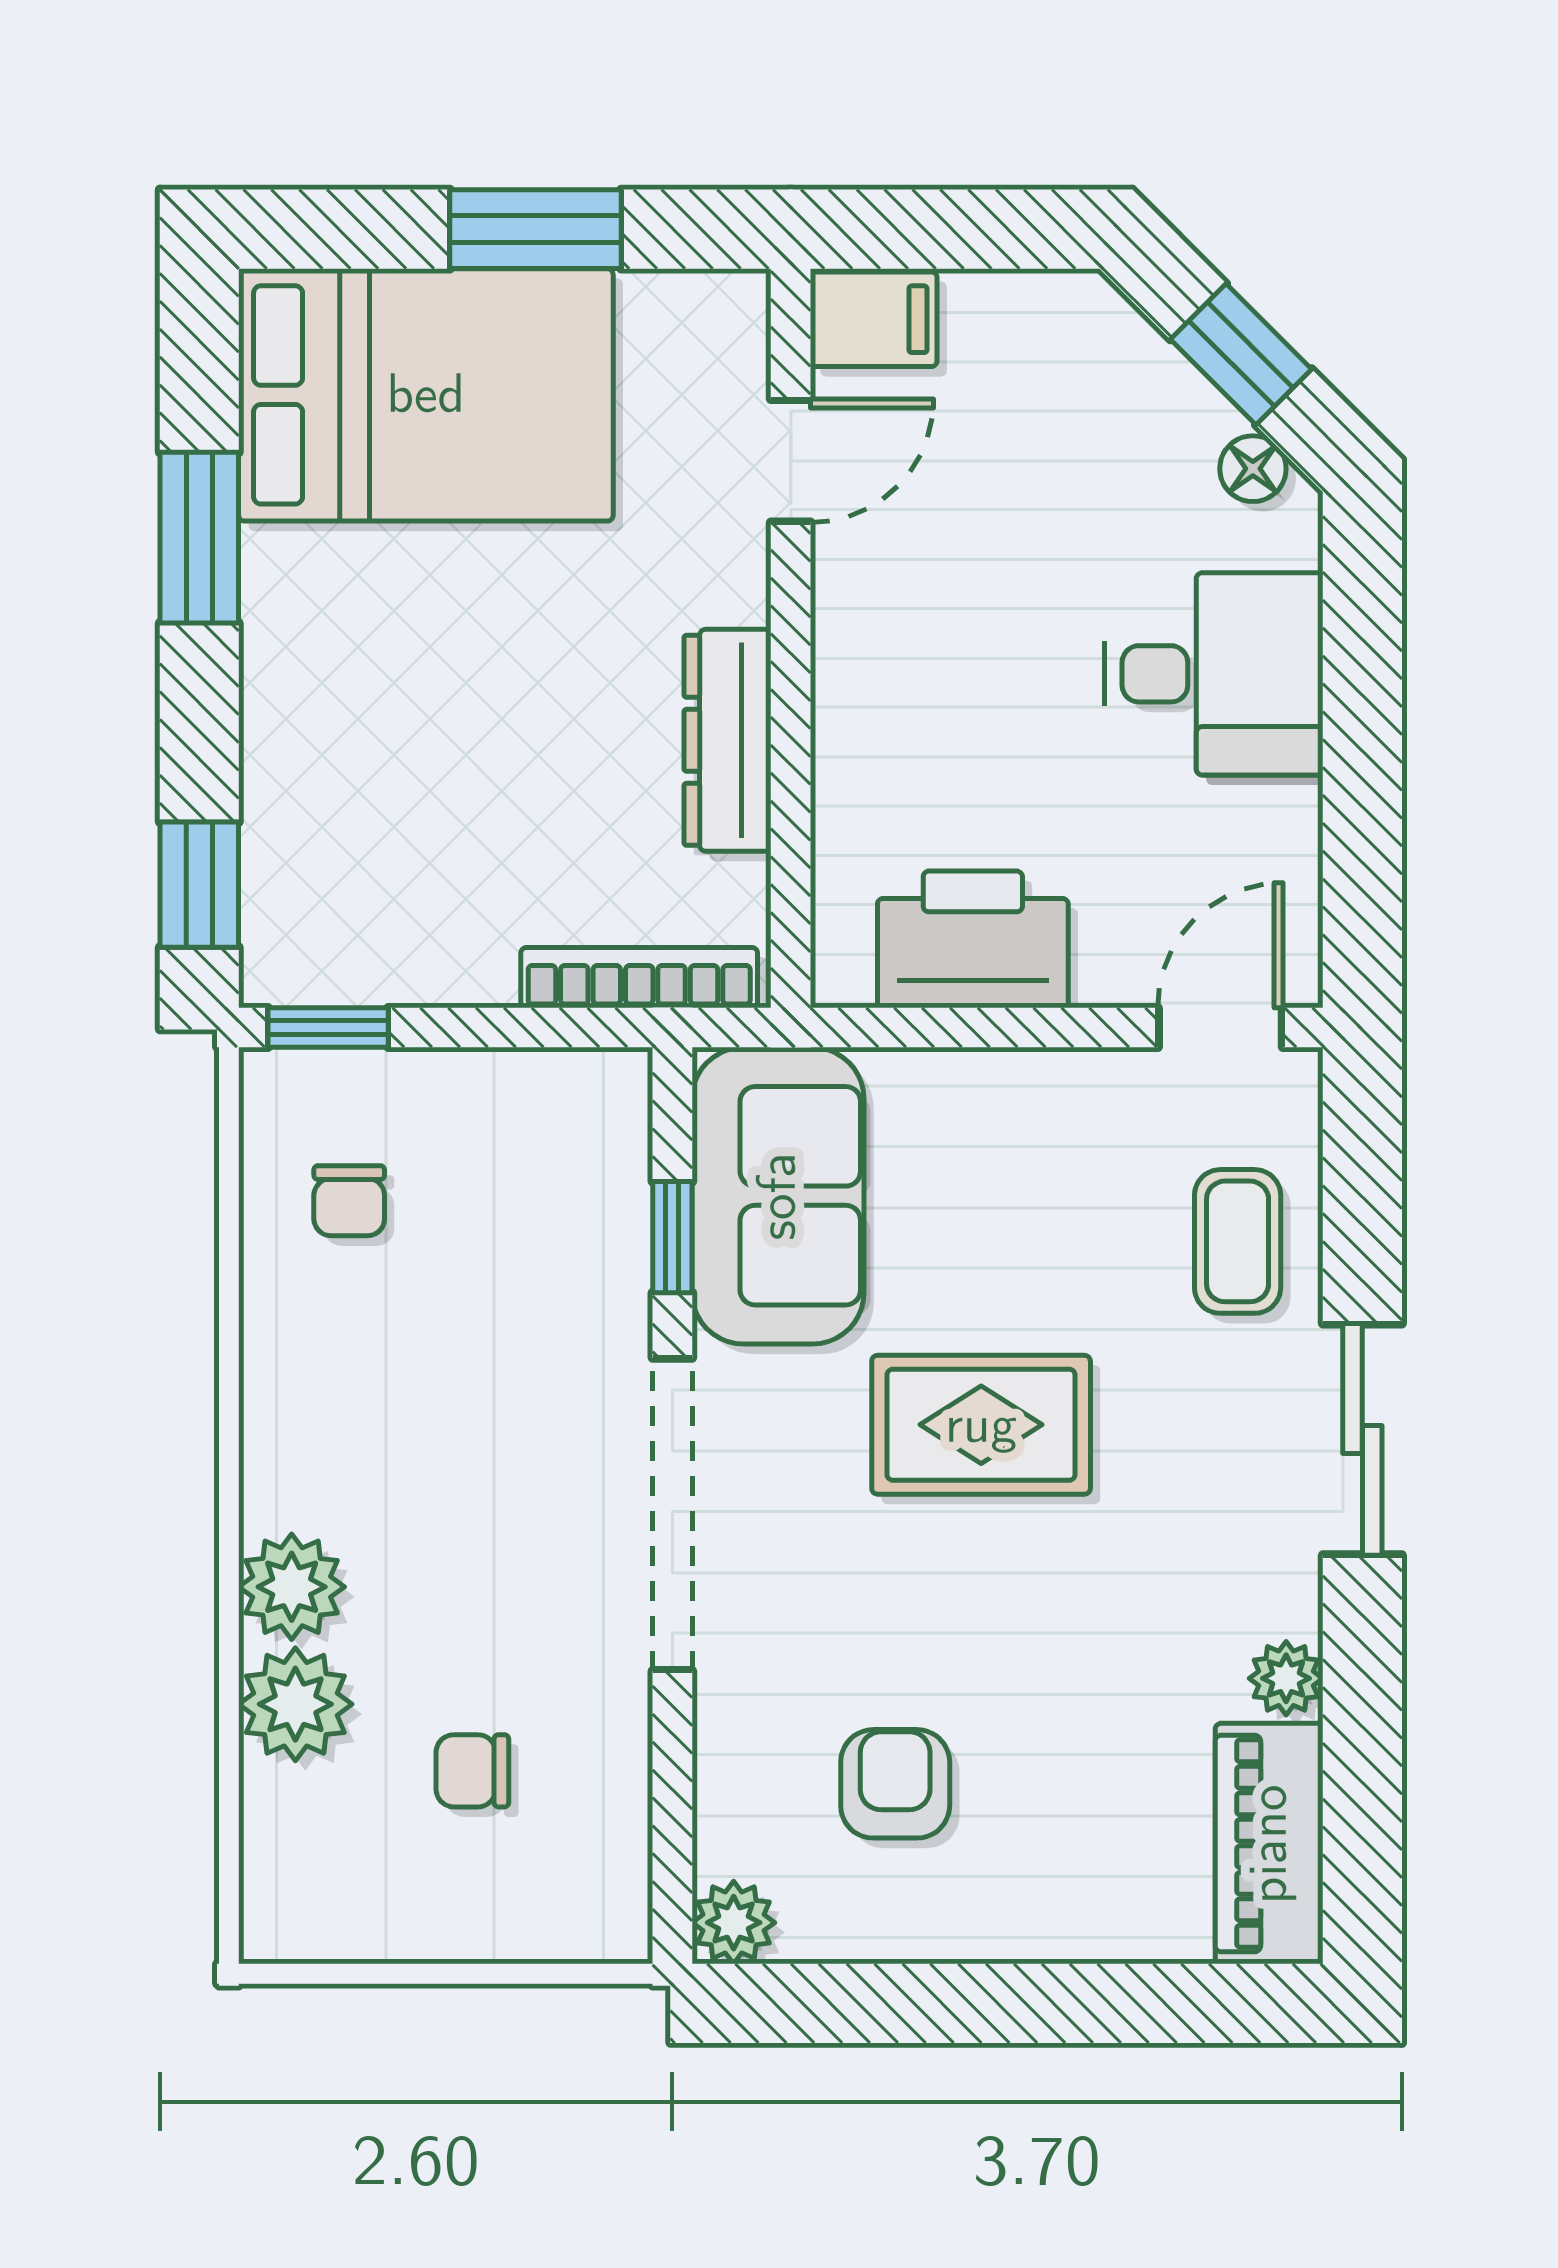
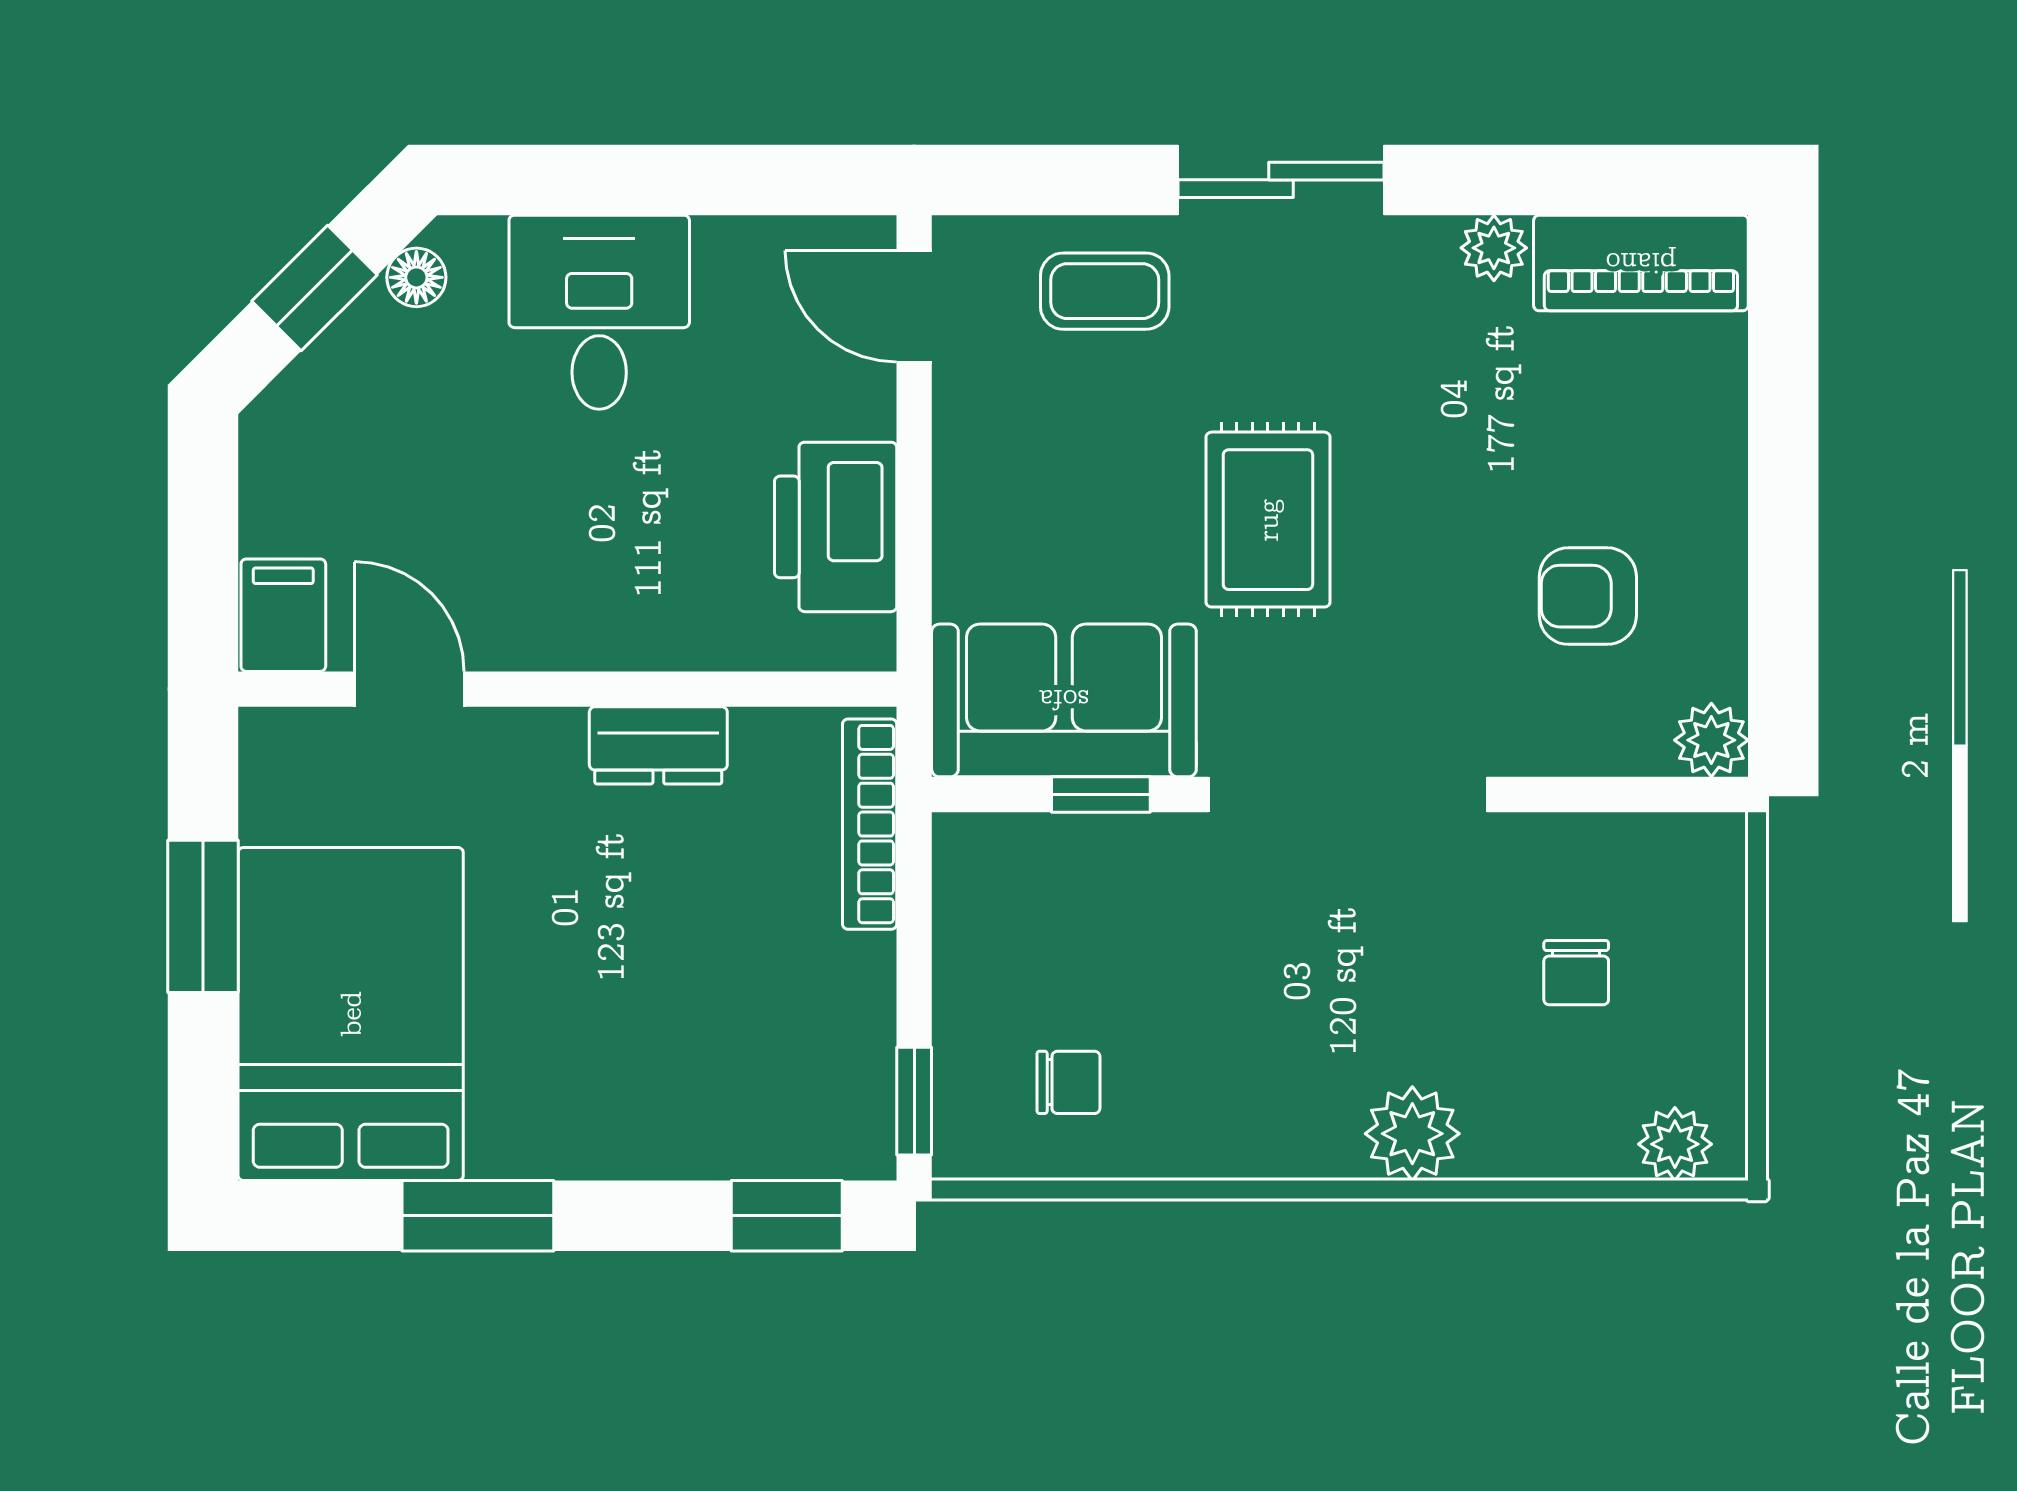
dresser: (728, 740) -> (658, 745), width x0.70
plant: (295, 1704) -> (1675, 1144), moved, width x0.73, depth x0.73

